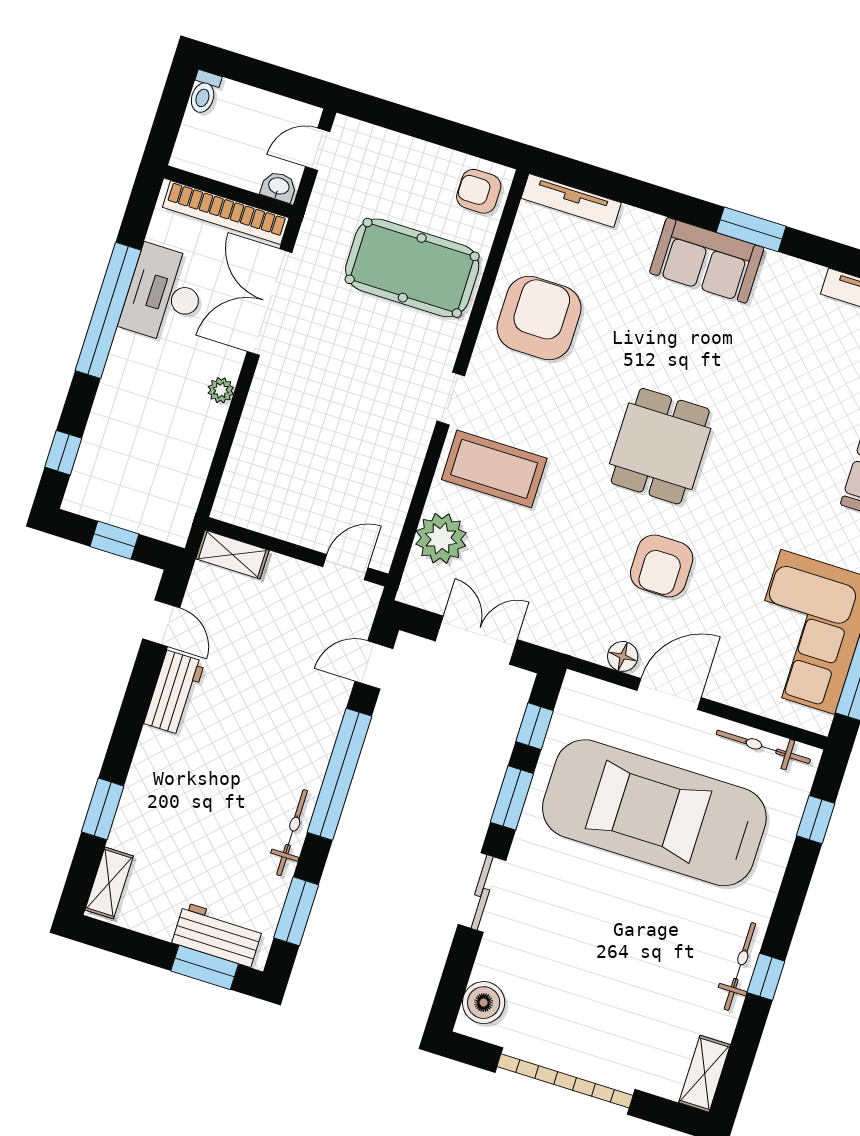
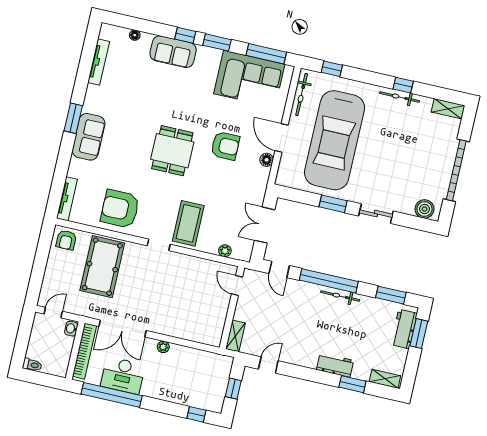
door: (318, 149) -> (53, 313), swing flipped
window: (108, 310) -> (112, 395), moved
dining table: (660, 446) -> (172, 151), turned 90
plant: (441, 538) -> (225, 251), width x0.53, depth x0.53
workbench: (174, 693) -> (335, 365), moved
window: (535, 726) -> (301, 196), removed
bicycle: (292, 833) -> (340, 296), moved

